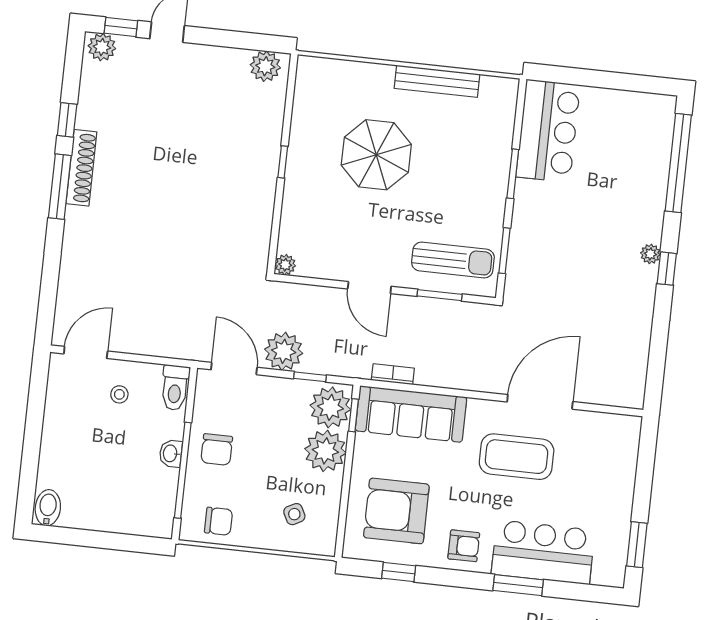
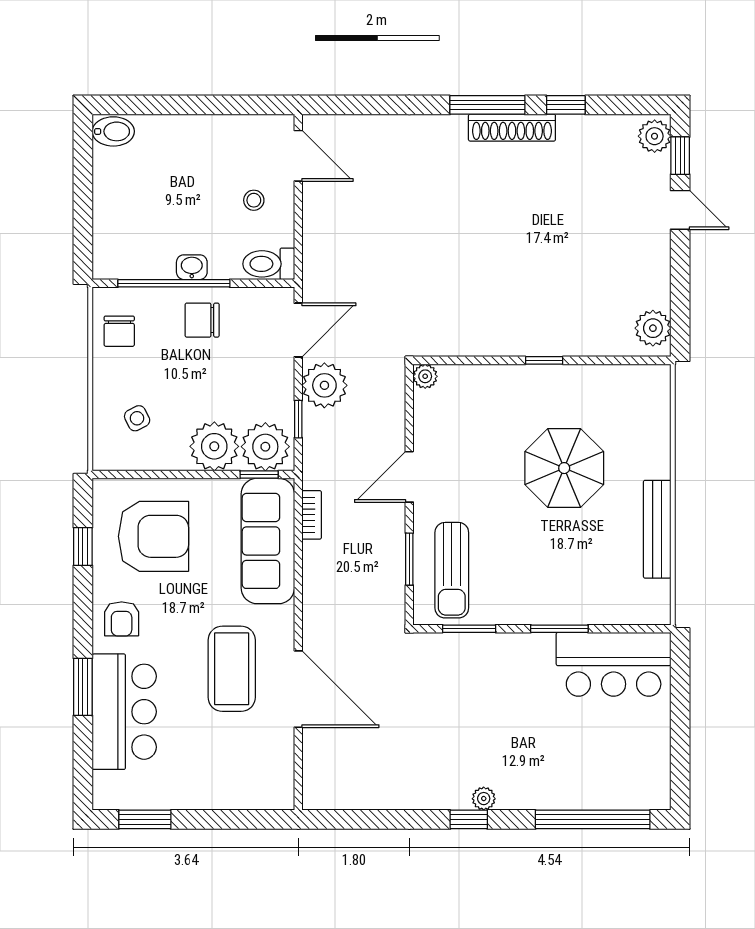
armchair: (396, 511) -> (154, 536), turned 90

